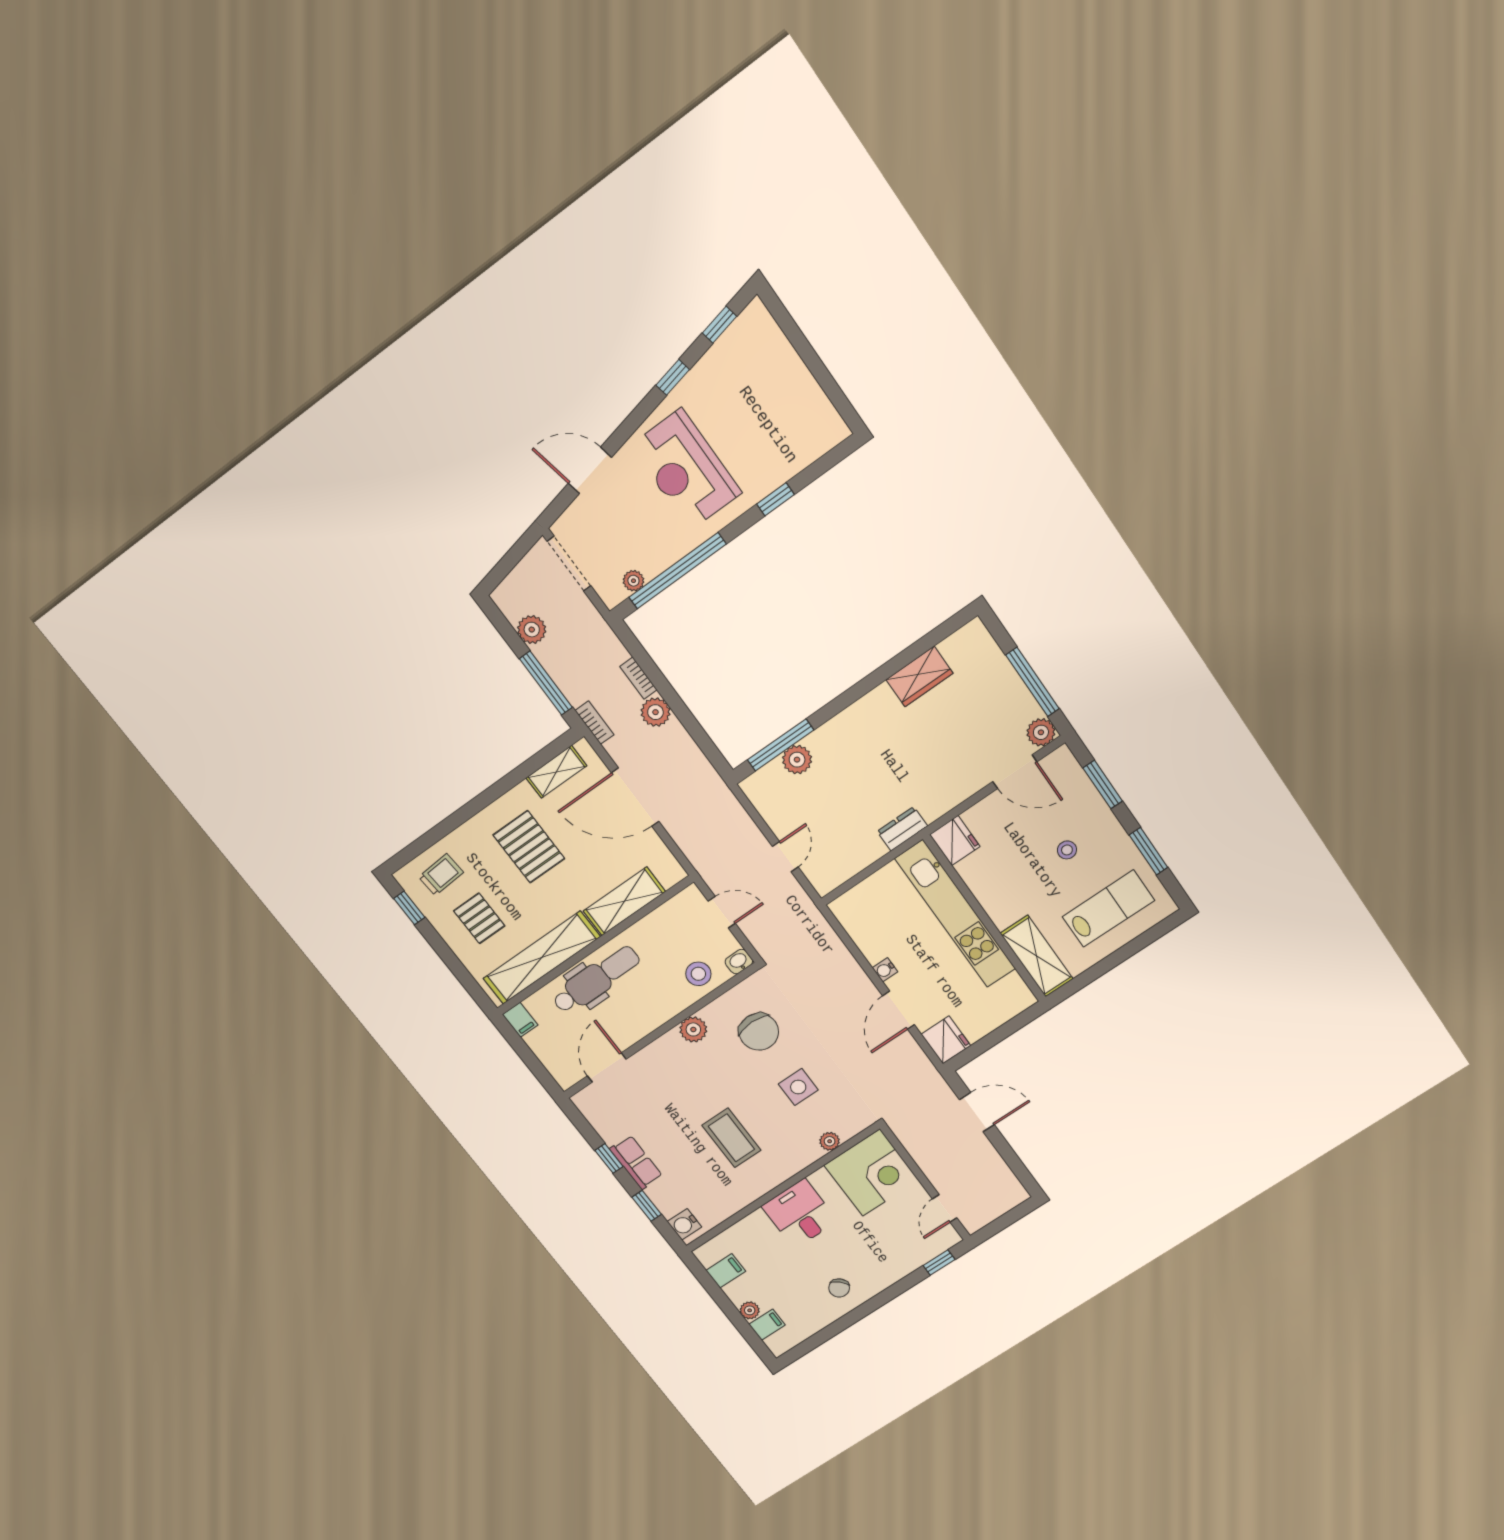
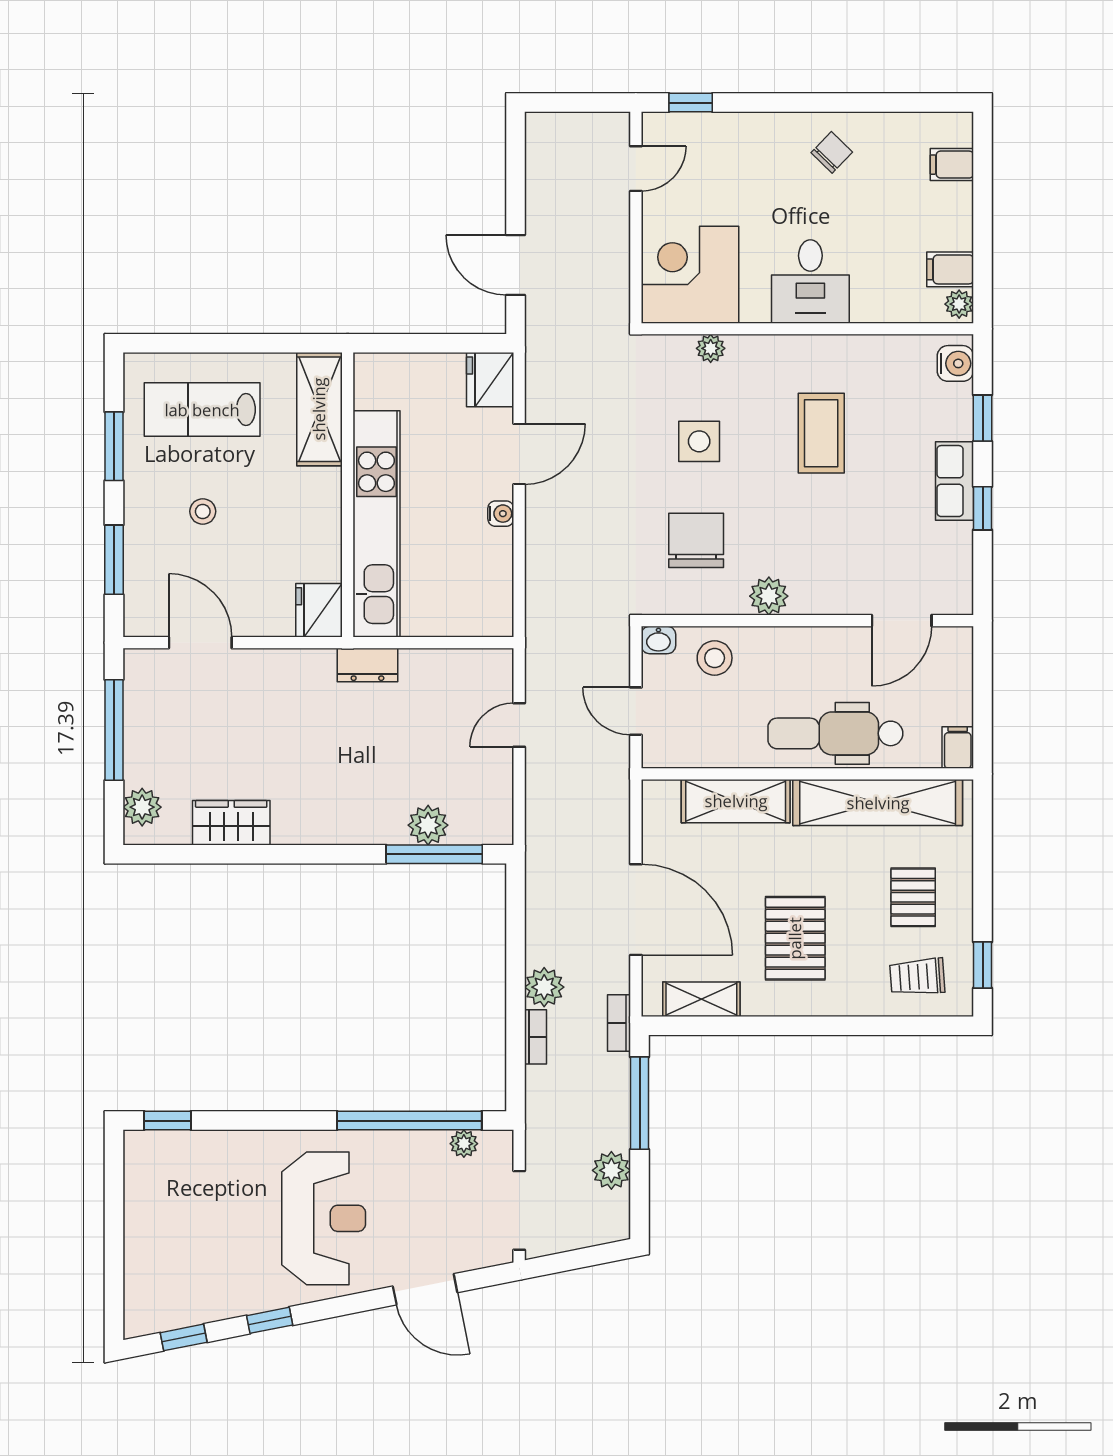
window: (775, 499) -> (167, 1121), moved
plant: (1041, 732) -> (142, 807), moved
plant: (750, 1310) -> (959, 304), moved

